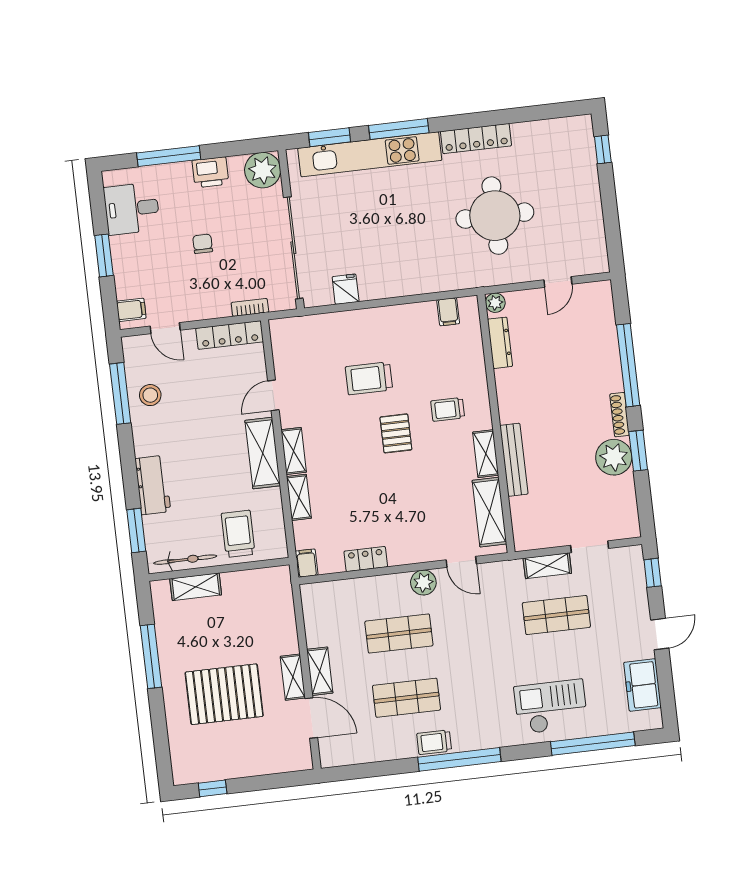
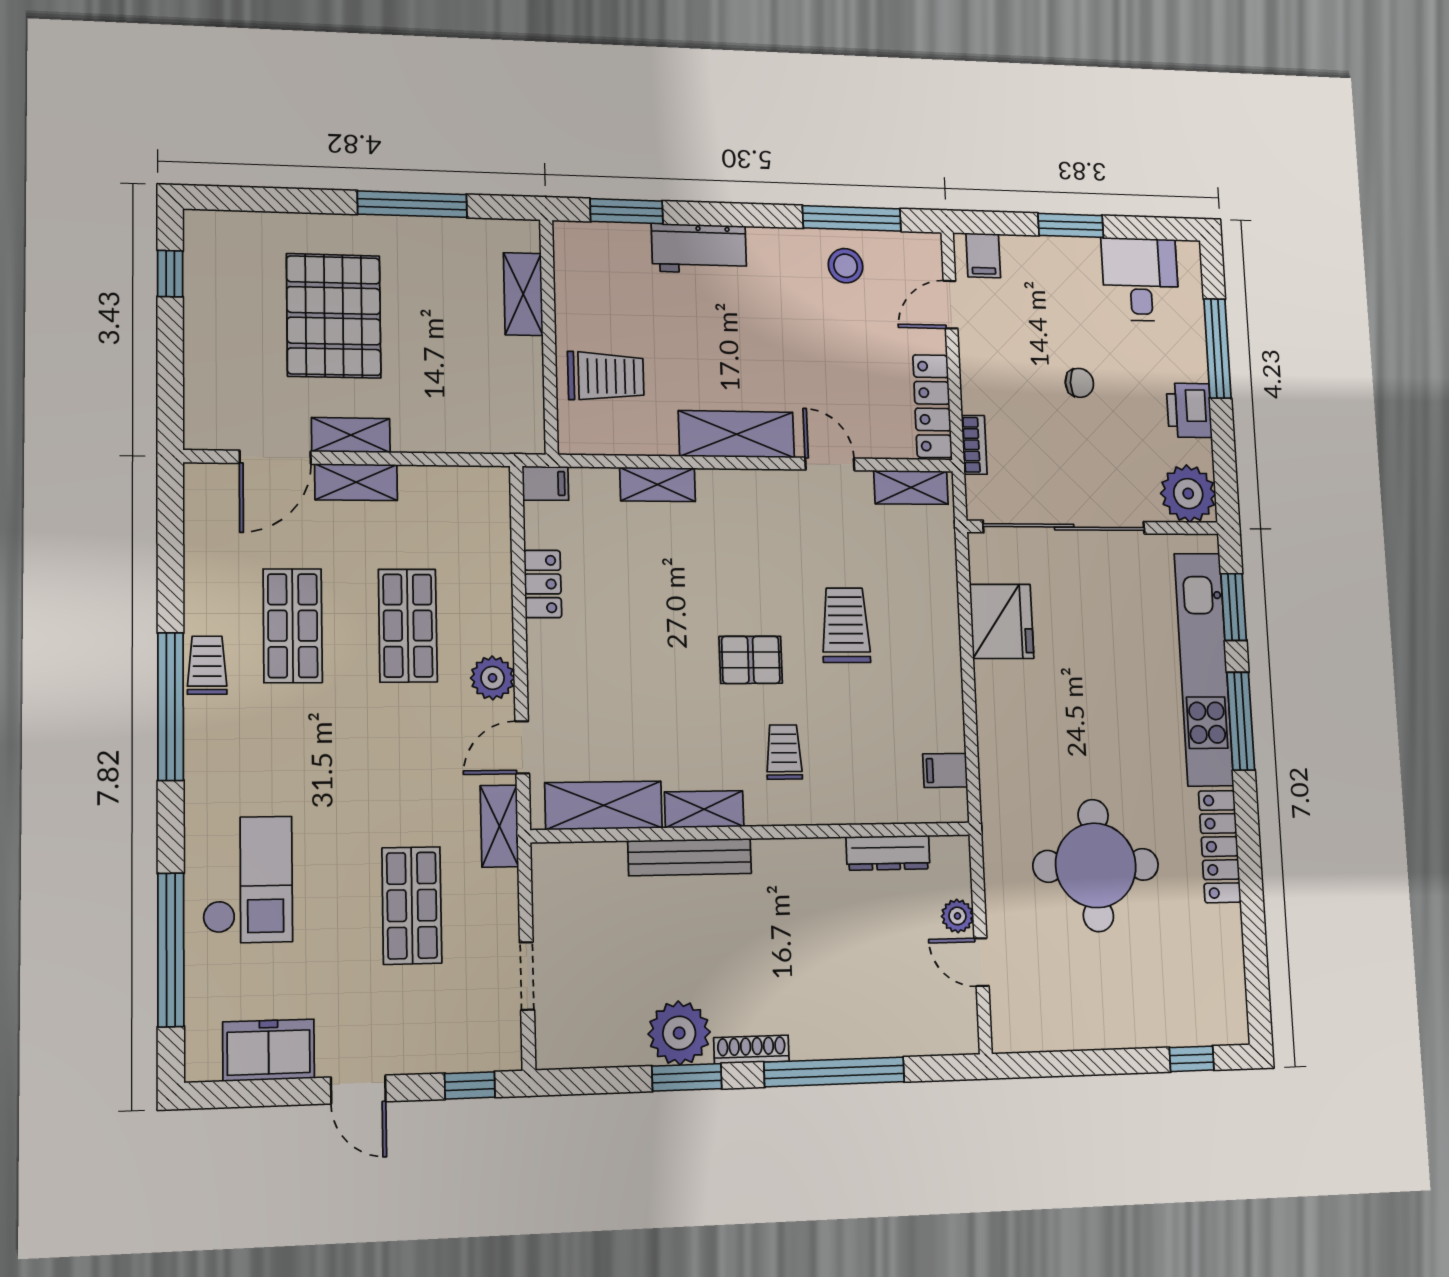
fridge: (346, 289) -> (1002, 621), width x1.88, depth x1.34
plant: (495, 303) -> (957, 916), moved
shelving: (294, 451) -> (911, 487), moved
bicycle: (185, 560) -> (571, 283), removed
shelving: (547, 566) -> (499, 826), moved

